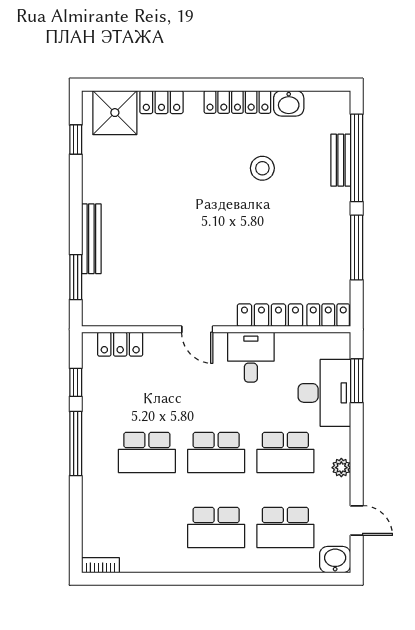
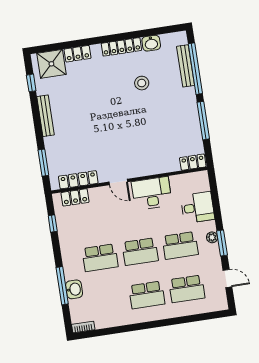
bench: (341, 160) -> (186, 66), width x1.36
bench: (91, 239) -> (45, 116), moved
locker: (270, 315) -> (78, 180), moved
desk: (251, 357) -> (152, 193), width x1.37
window: (357, 381) -> (222, 243), moved
desk: (324, 393) -> (197, 208), width x0.73
window: (76, 444) -> (62, 286), moved
plant: (341, 468) -> (212, 237), moved
washbasin: (335, 560) -> (74, 289), moved, turned 90

